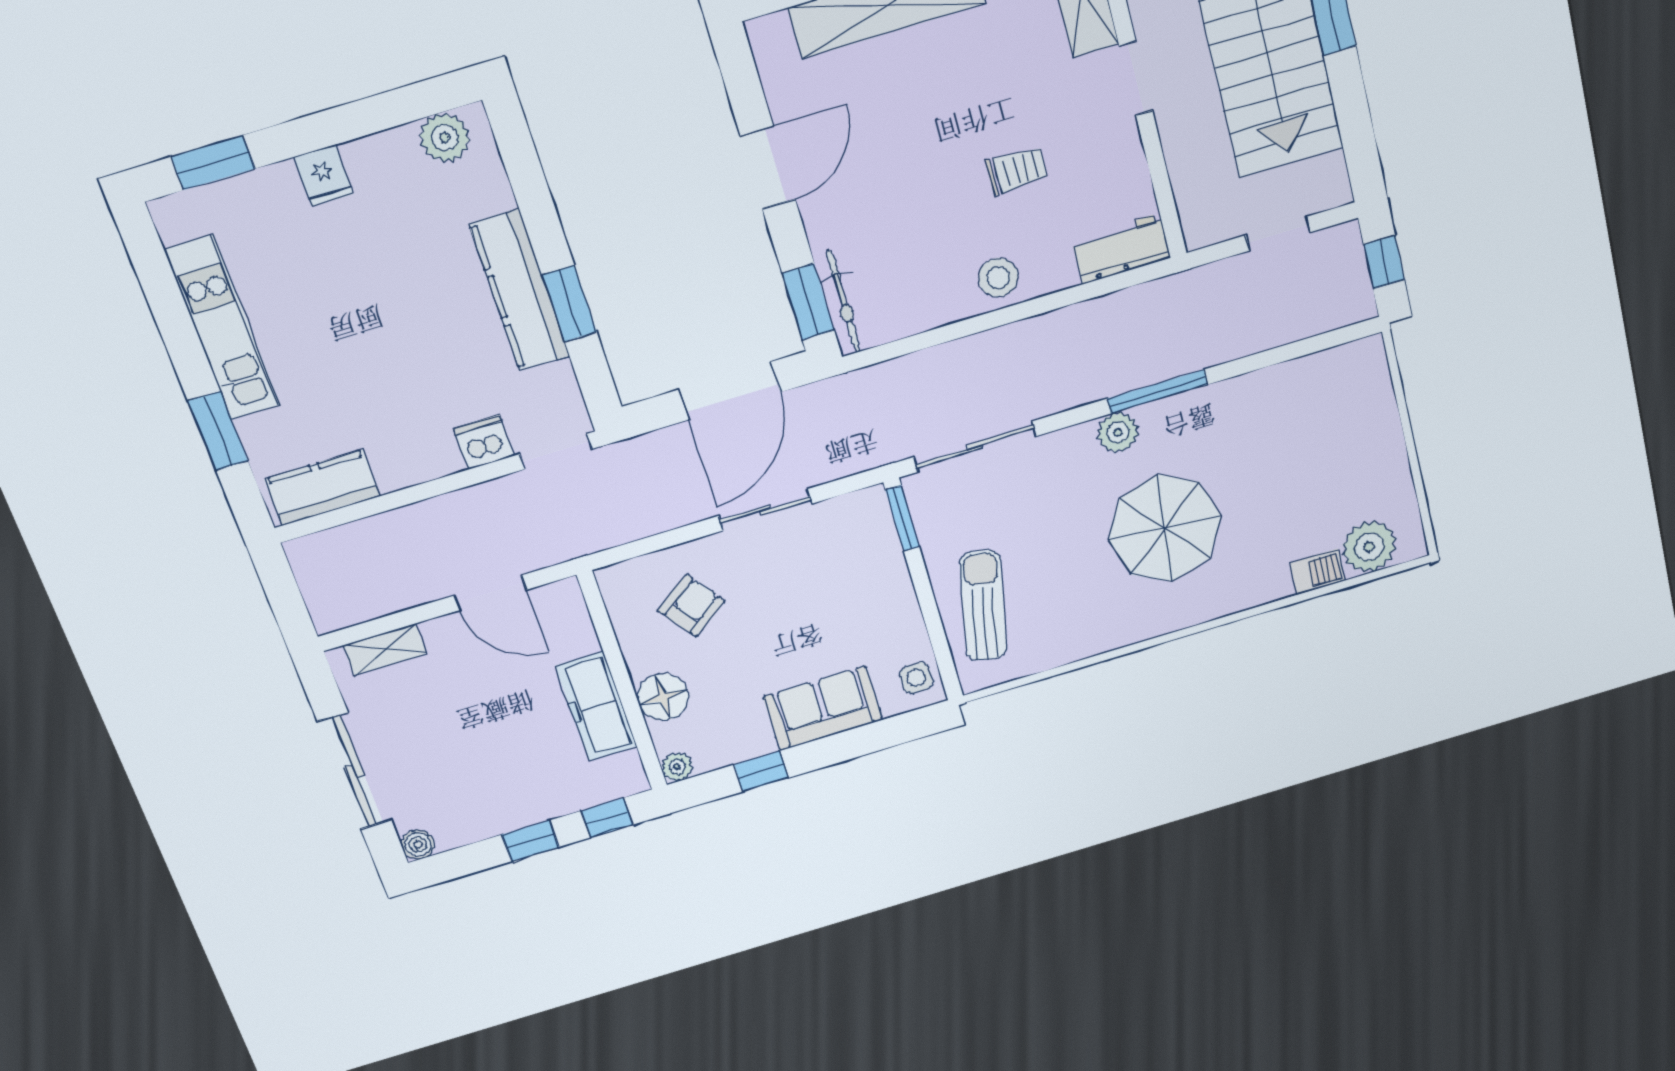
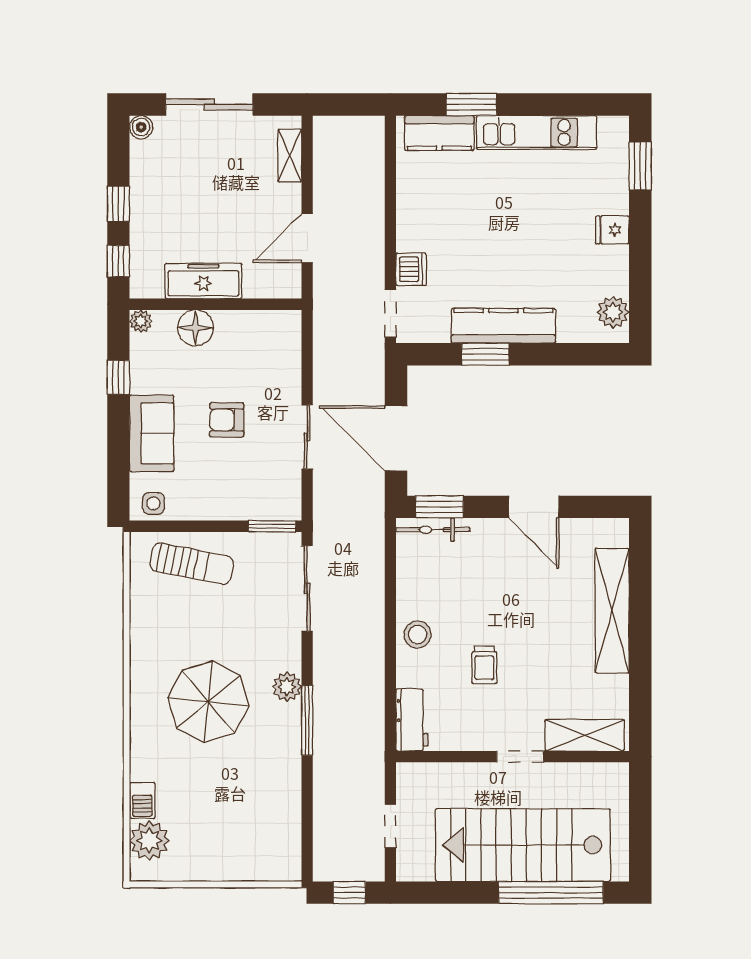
kitchen counter: (322, 488) -> (439, 133), moved, turned 90
armchair: (691, 606) -> (227, 420), moved, turned 126

